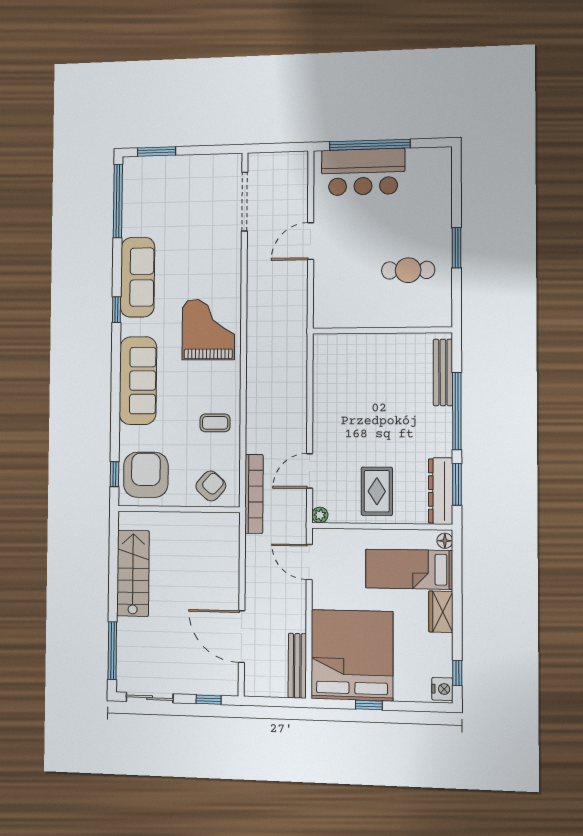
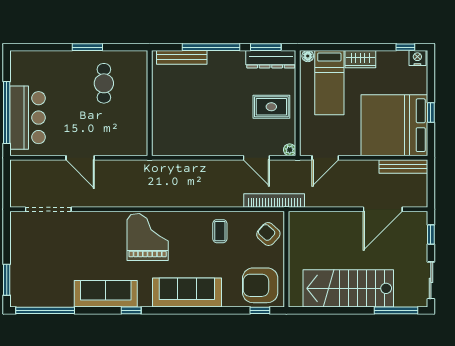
grand piano: (208, 330) -> (148, 237), turned 90
stairs: (133, 573) -> (348, 288), width x1.36, depth x1.51

